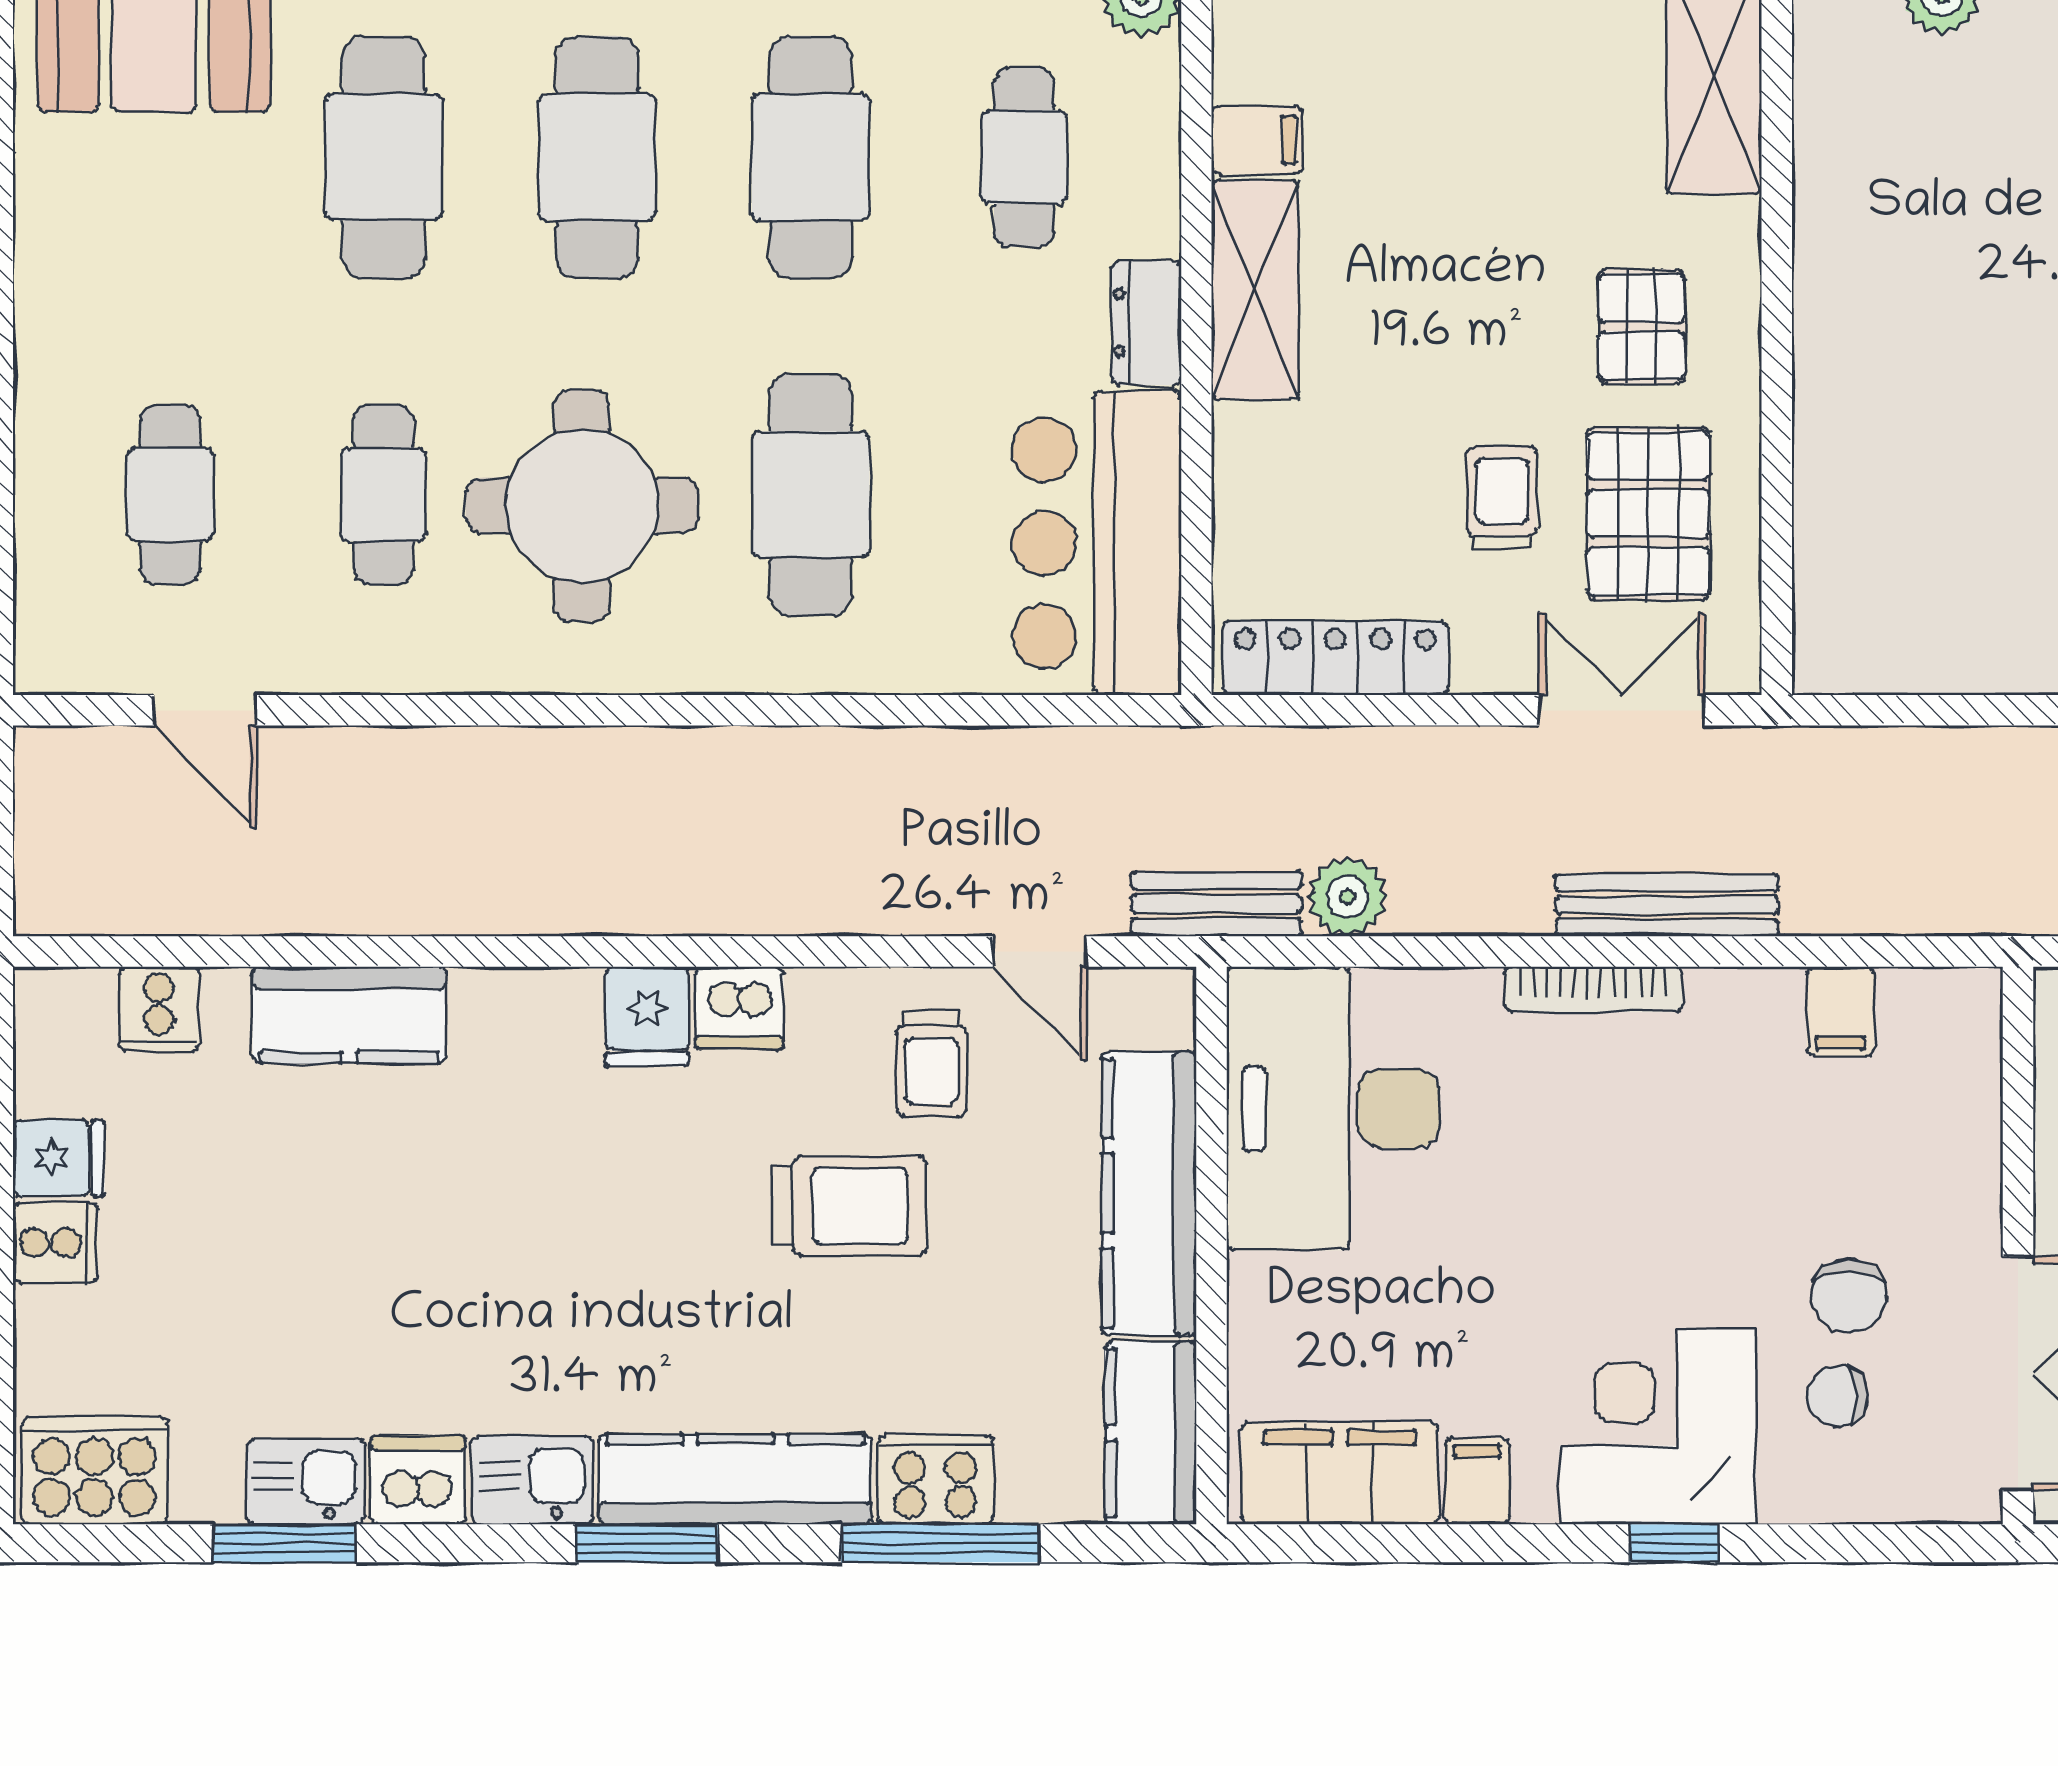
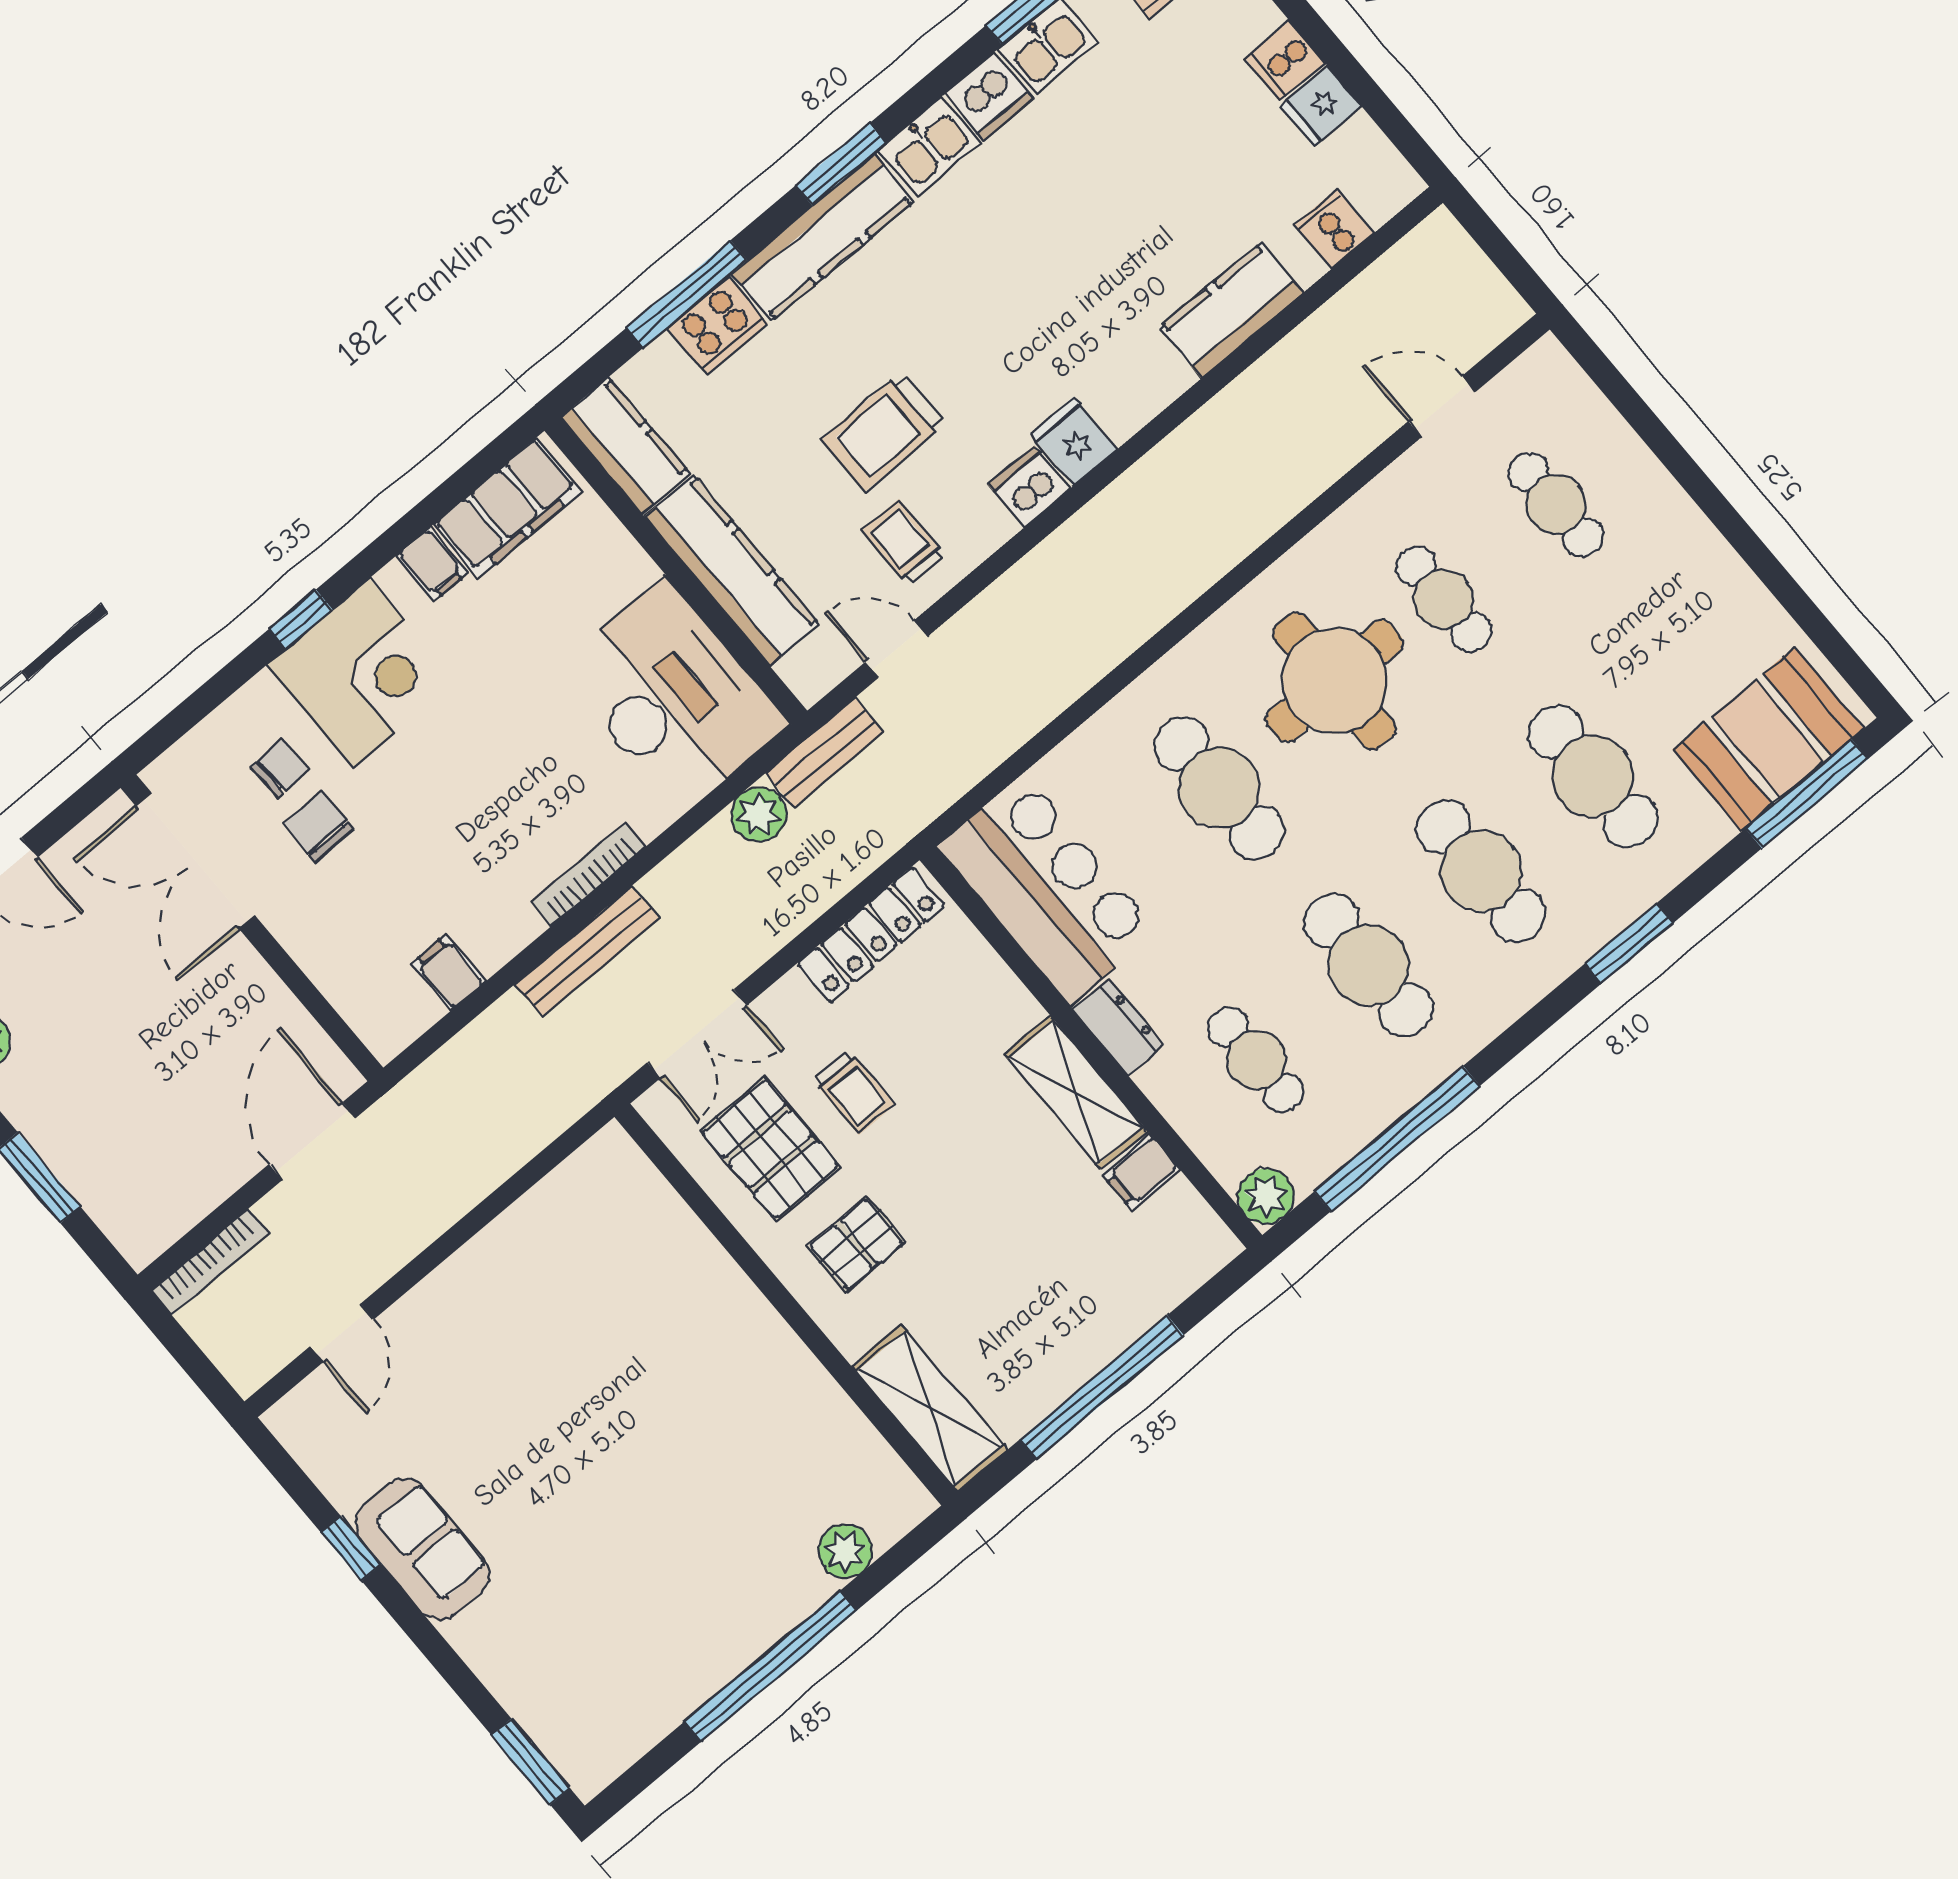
pallet: (1642, 327) -> (856, 1244), turned 90

